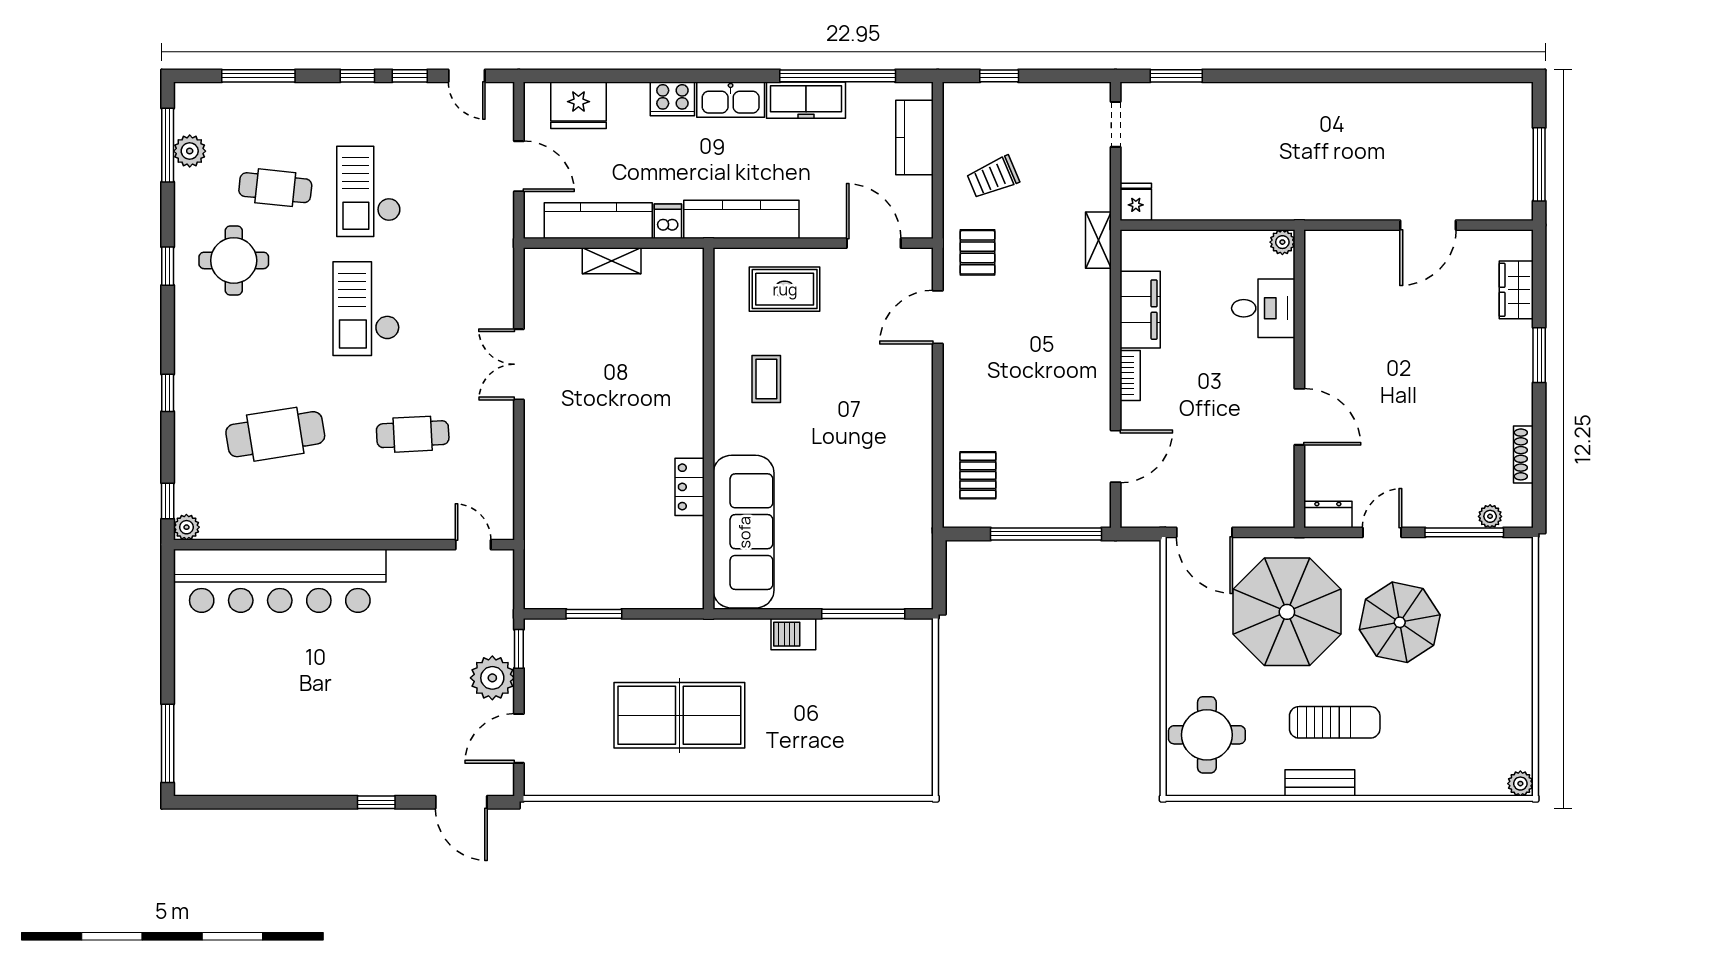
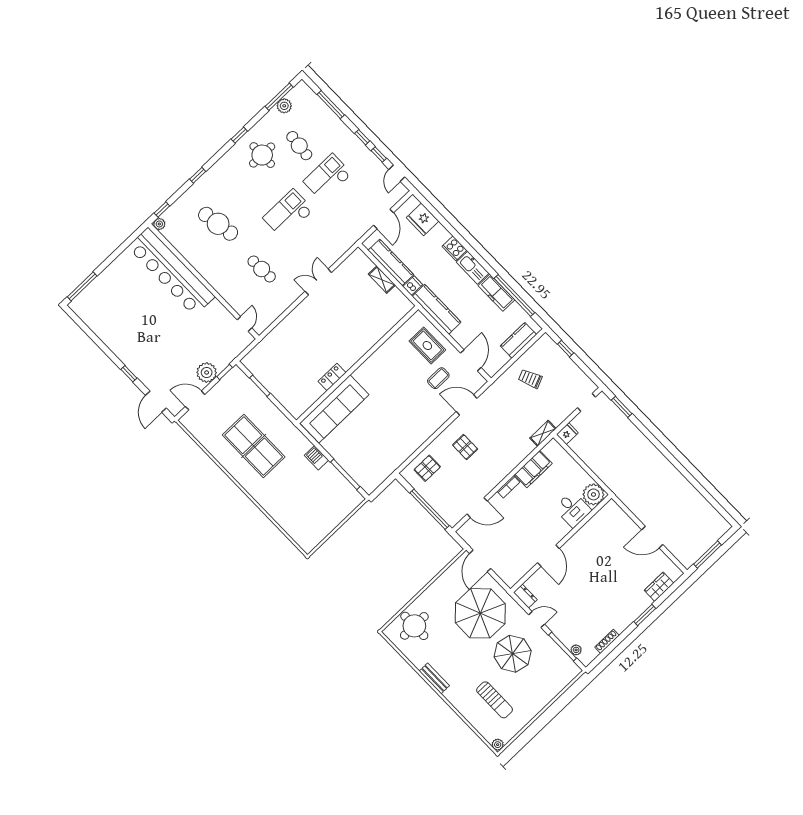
plant: (1282, 242) -> (593, 494), width x1.88, depth x1.88
pallet: (977, 252) -> (465, 447), moved, turned 90
coffee table: (766, 379) -> (438, 378), moved
sun lounger: (1335, 722) -> (495, 700), moved

